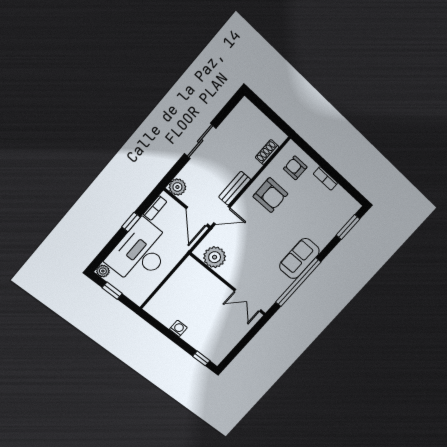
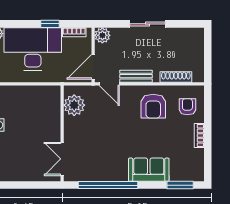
shoe rack: (267, 152) -> (176, 77), width x1.43
sofa: (299, 259) -> (149, 170), moved

